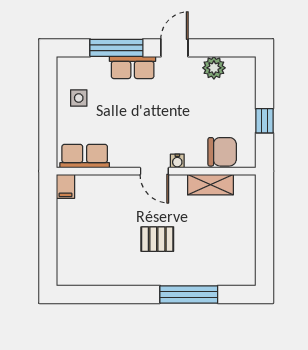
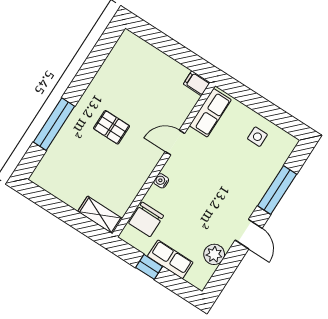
row of seats: (133, 67) -> (170, 259), moved, turned 90
door: (154, 171) -> (175, 143), moved
shelving: (210, 185) -> (100, 215), moved, turned 90
pallet: (157, 239) -> (112, 127), turned 90

